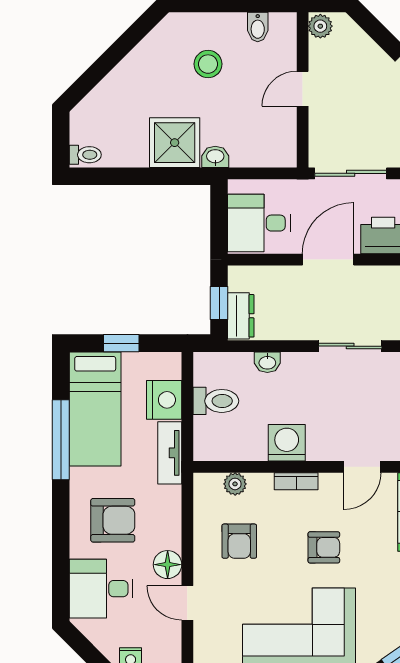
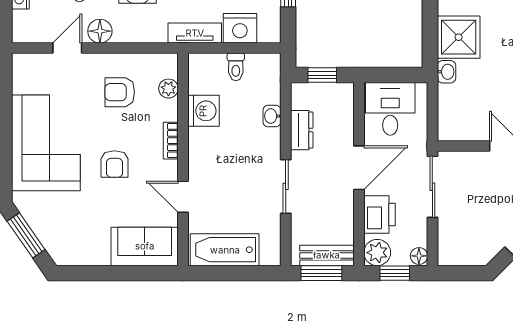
door: (328, 260) -> (359, 168), hinge flipped
dresser: (241, 316) -> (302, 130), moved, turned -90
toilet: (216, 401) -> (236, 67), width x0.73, depth x0.72
washing machine: (287, 443) -> (203, 111), moved

